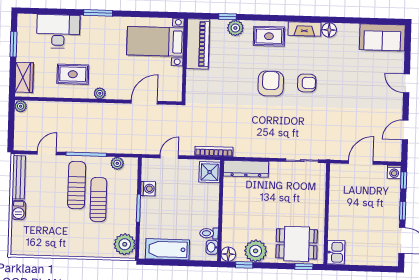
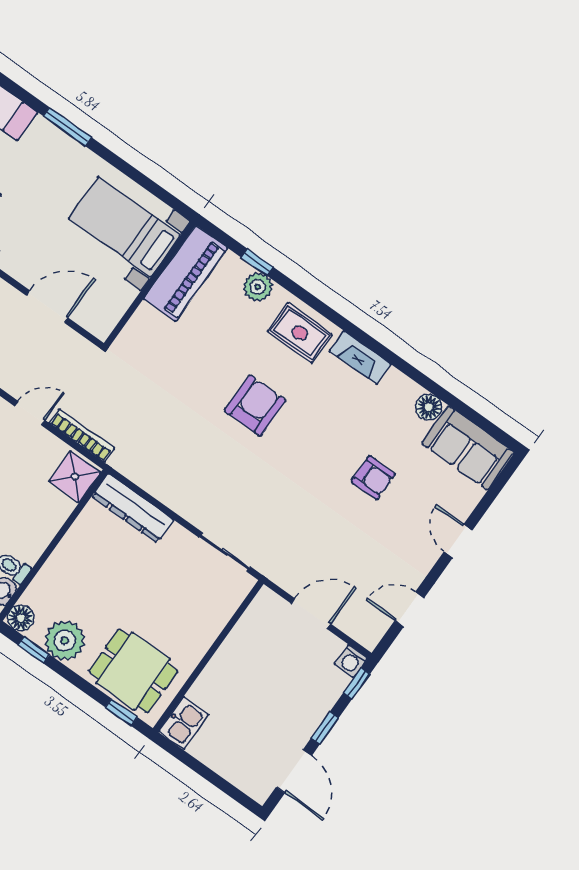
floor lamp: (329, 30) -> (429, 407), moved
armchair: (307, 83) -> (373, 478), moved
bookcase: (214, 151) -> (82, 436), moved

